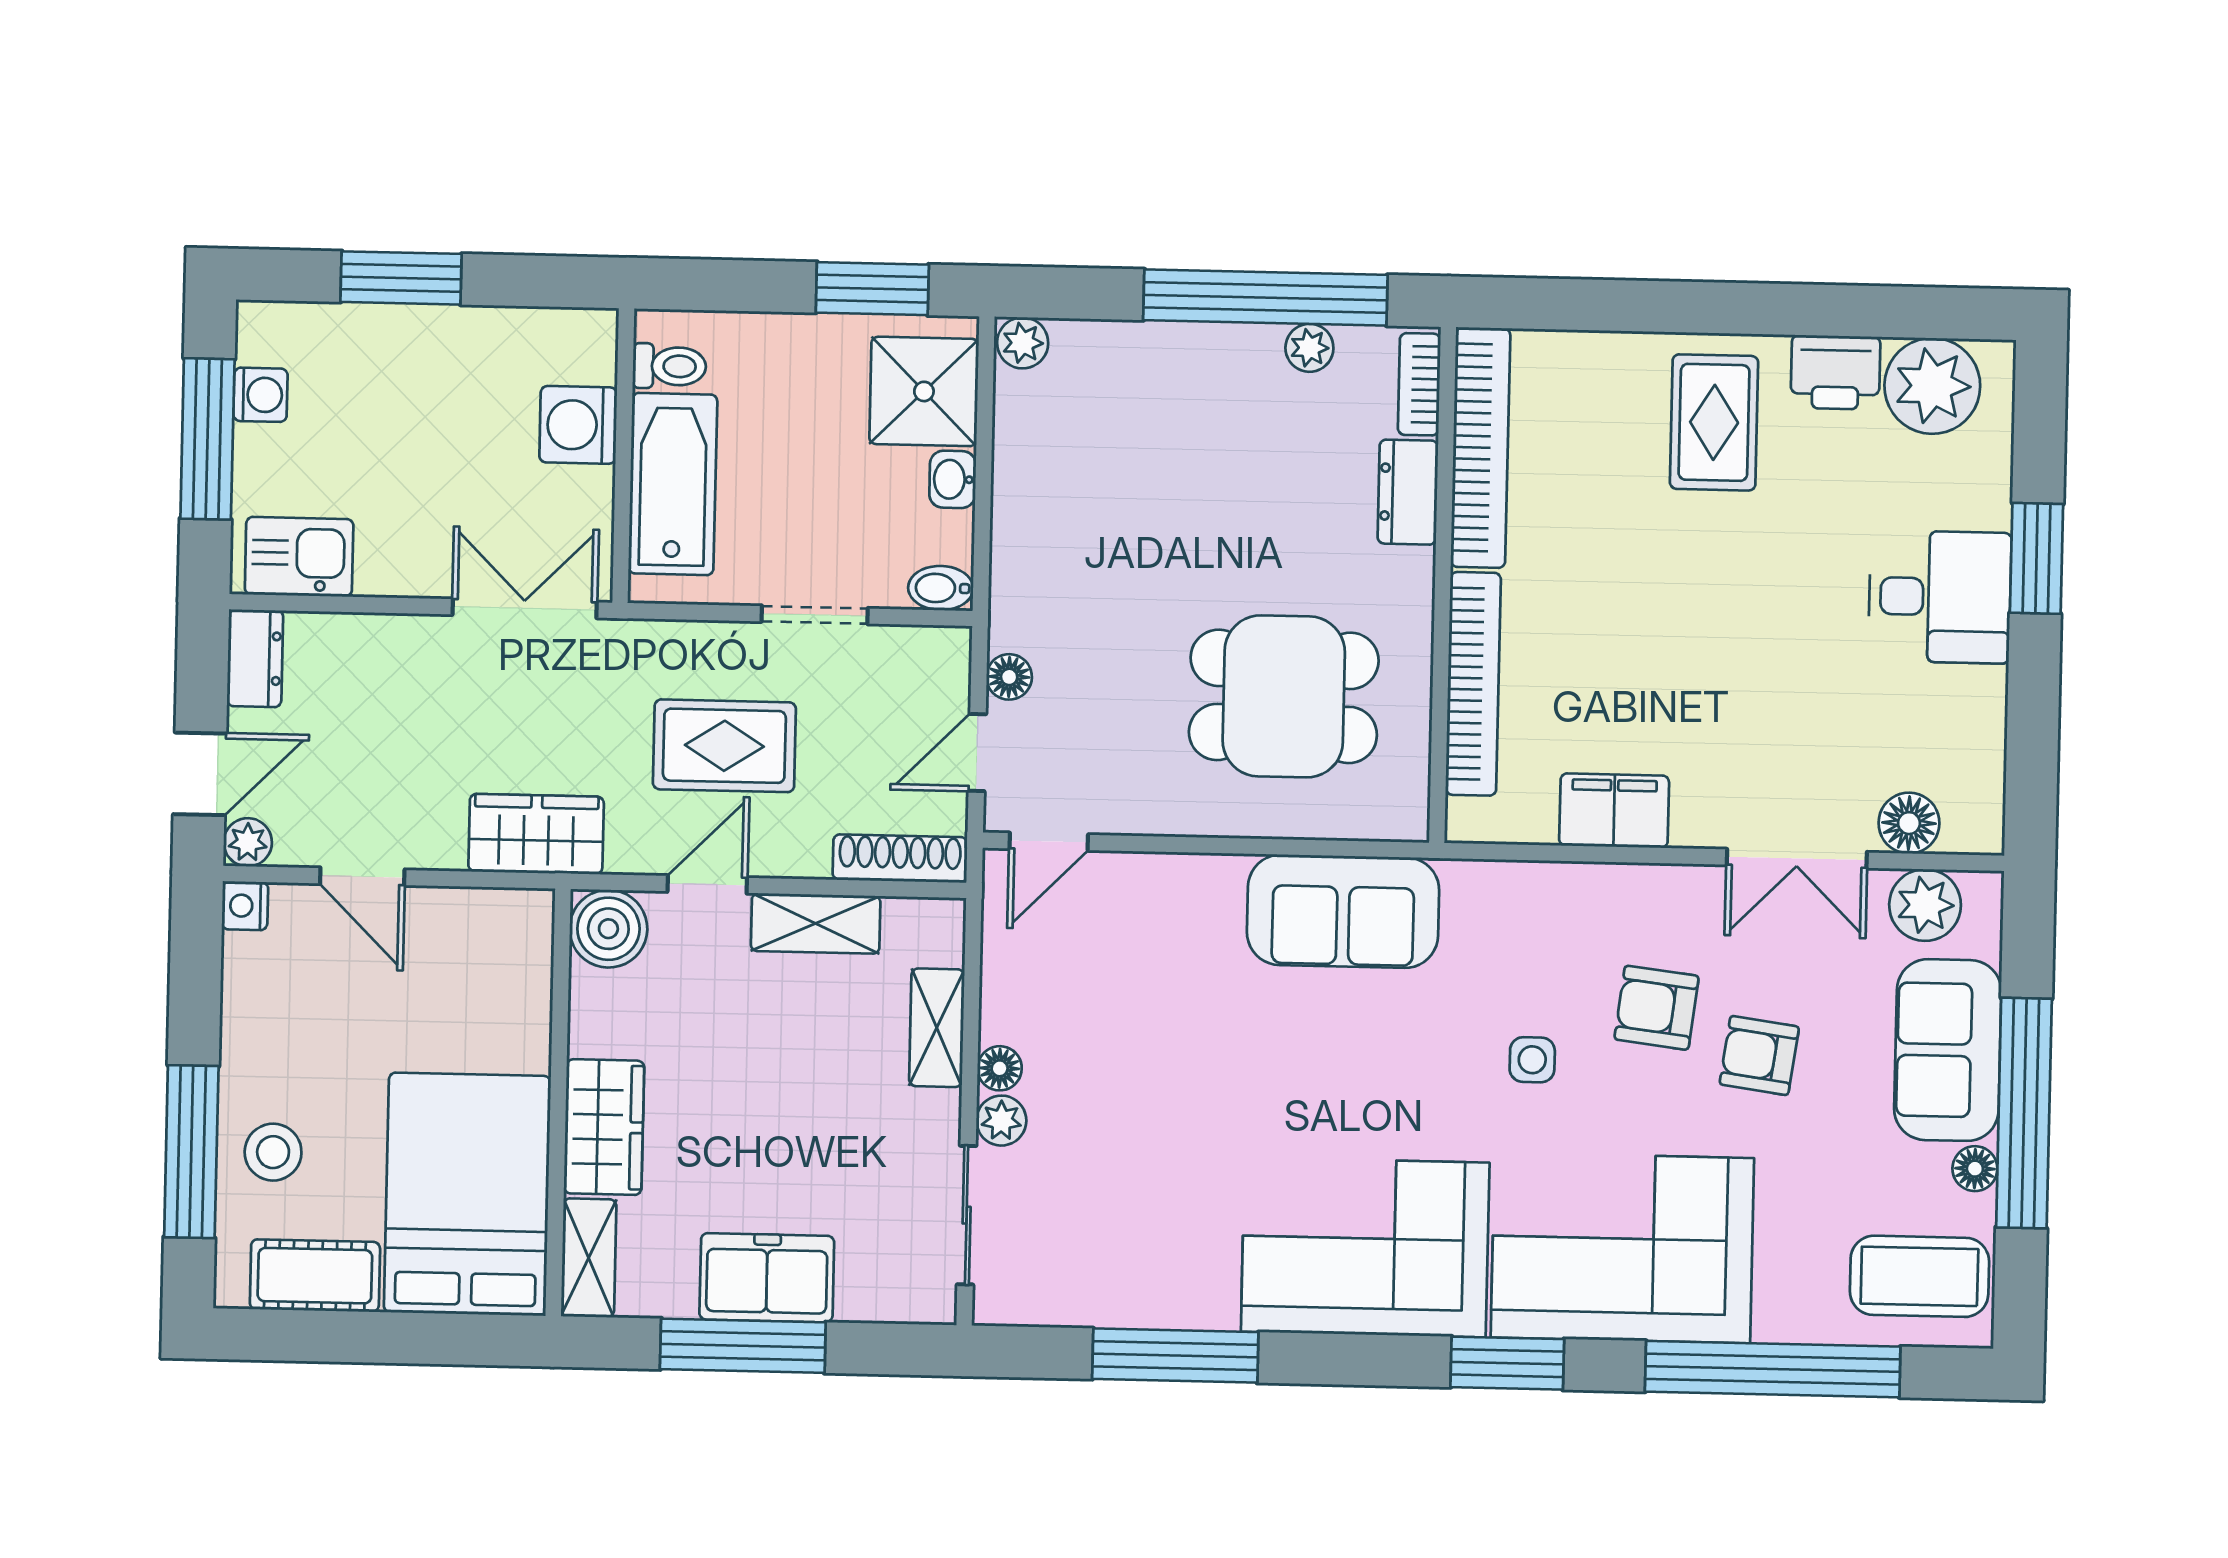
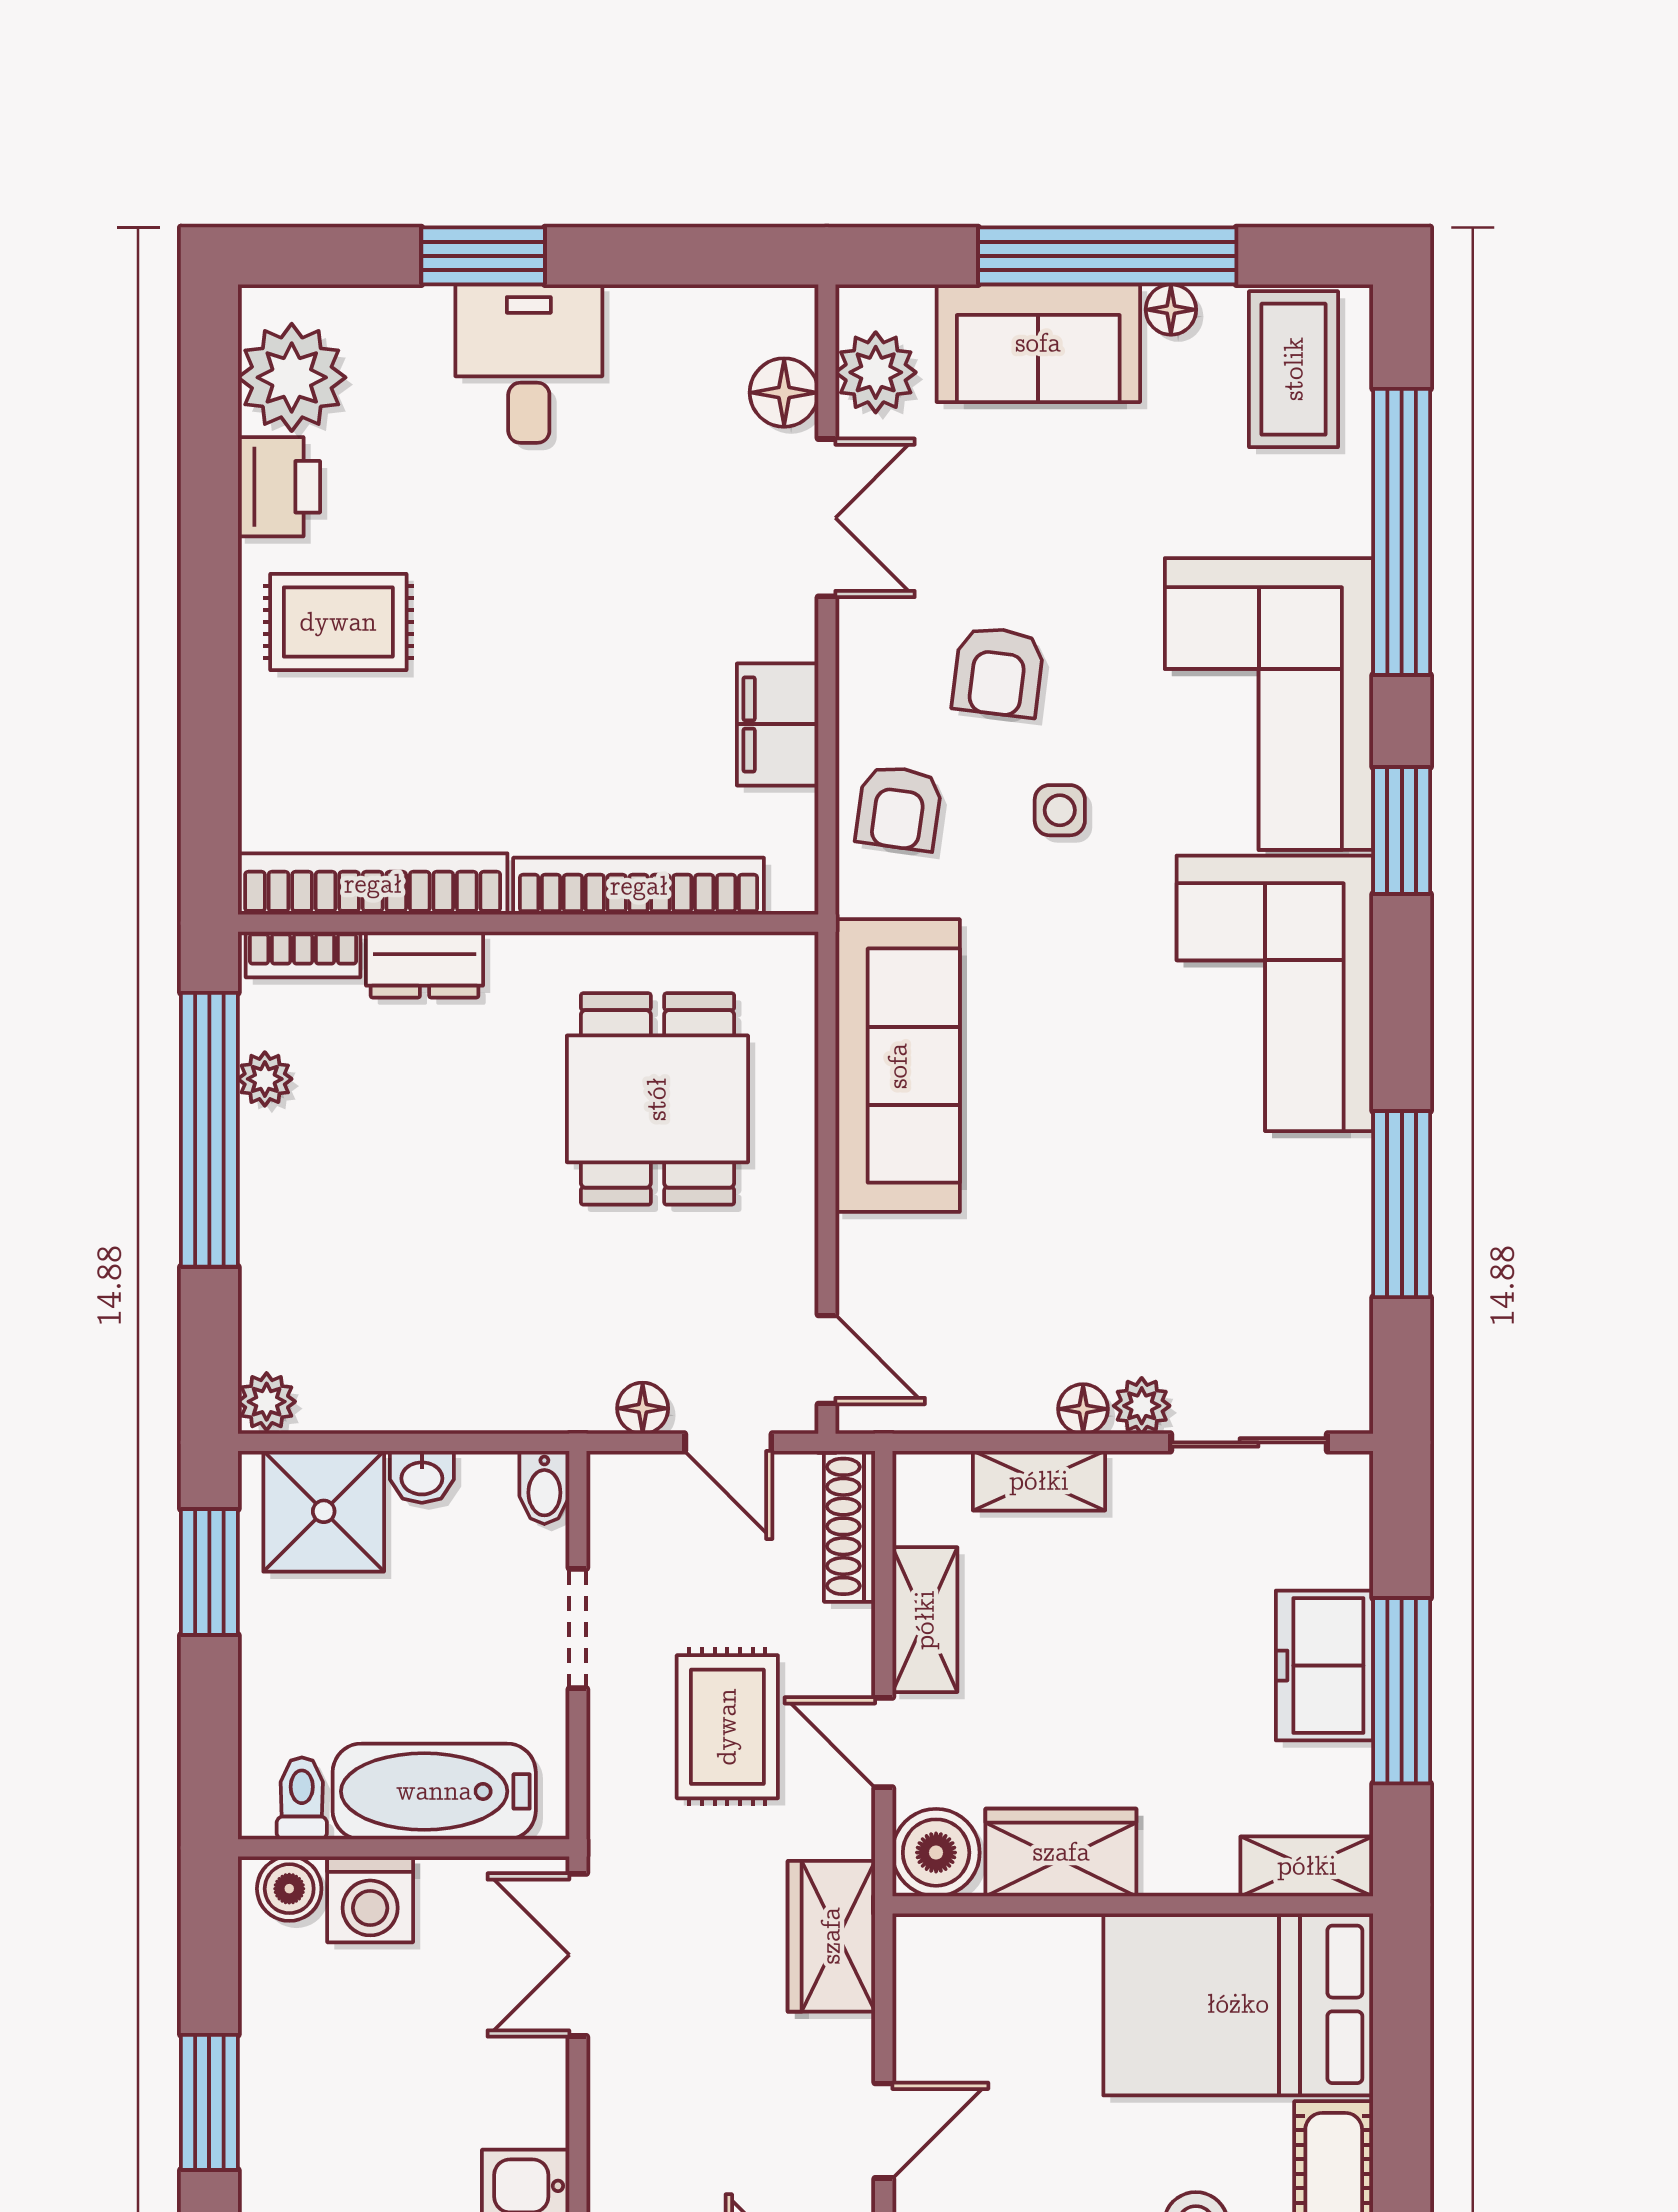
boiler: (589, 353) -> (289, 1889), added
sofa: (1343, 911) -> (898, 1066), width x1.36
armchair: (1759, 1056) -> (899, 808), moved
wardrobe: (604, 1127) -> (1061, 1852), moved

